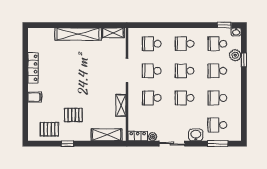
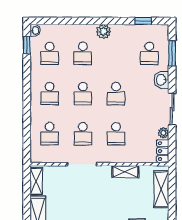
plant: (235, 55) -> (104, 32), moved
window: (244, 60) -> (143, 21), moved
school desk: (217, 98) -> (116, 53), removed

